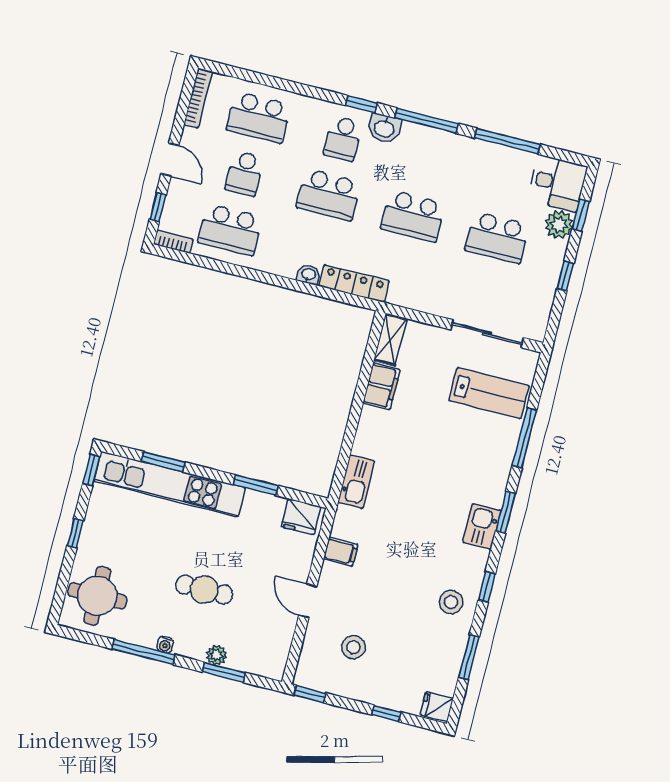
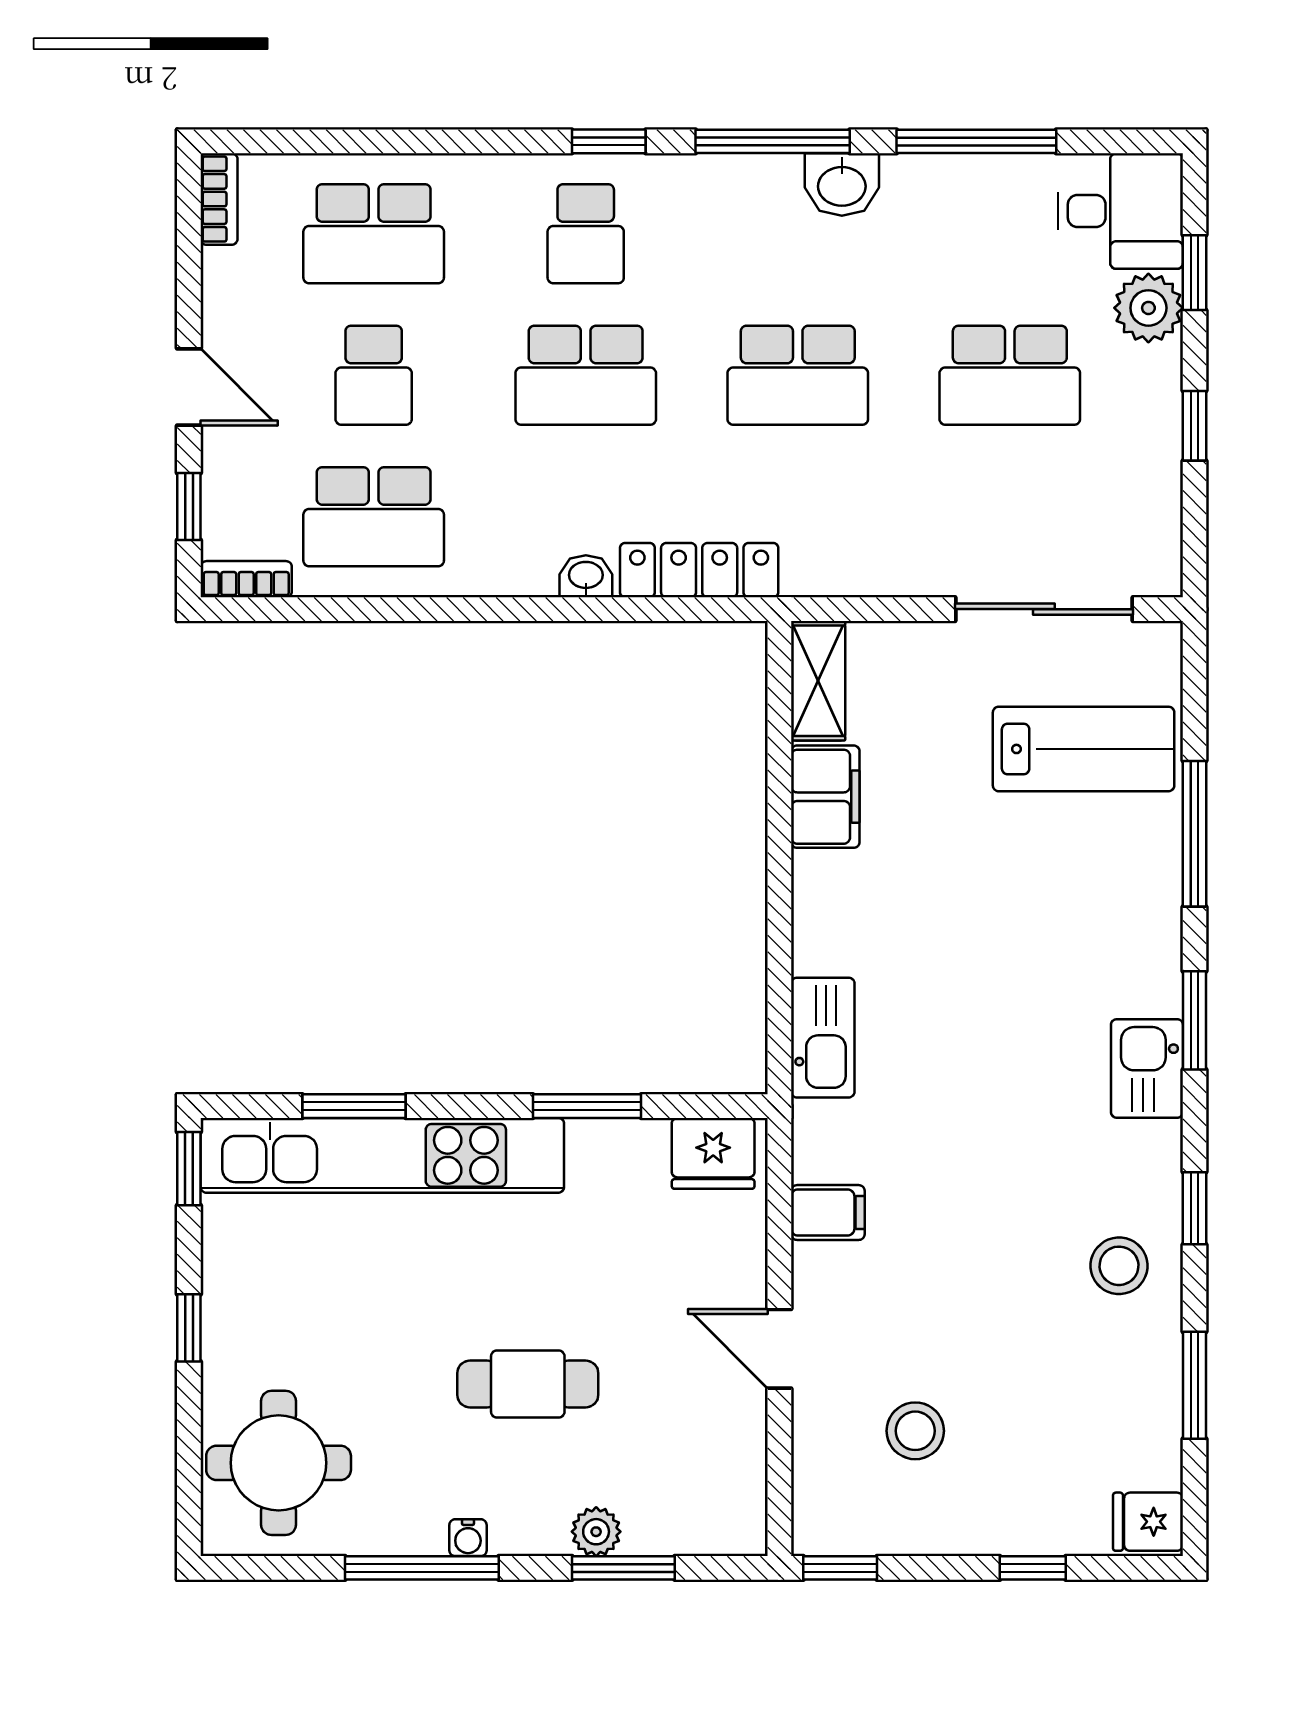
bookcase: (198, 98) -> (219, 199), width x0.64
washbasin: (384, 128) -> (842, 184), moved

